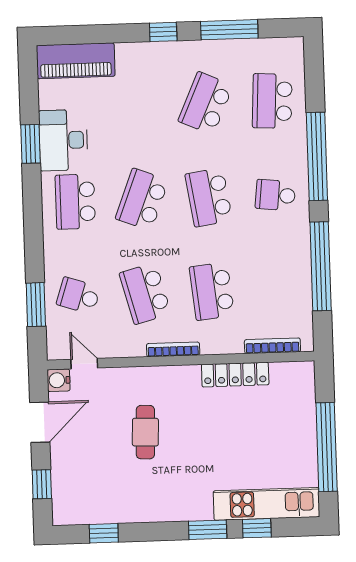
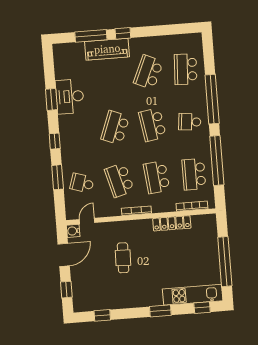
window: (229, 30) -> (91, 36), moved
piano: (76, 61) -> (107, 49), moved
school desk: (75, 202) -> (194, 174), moved
window: (33, 218) -> (55, 141), added
window: (36, 305) -> (58, 177), moved
door: (84, 364) -> (87, 221), hinge flipped
window: (257, 528) -> (202, 308), moved

